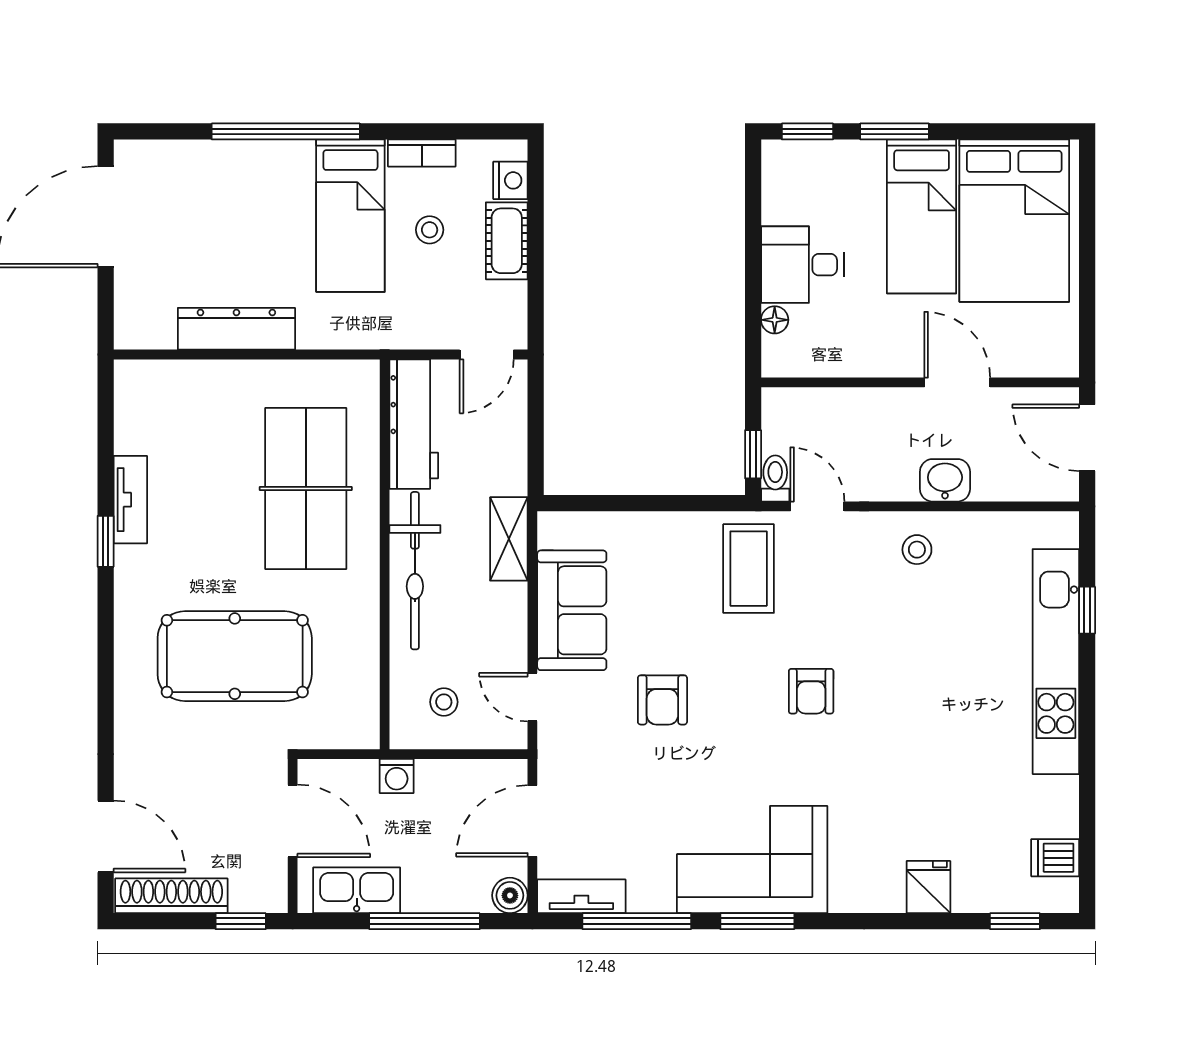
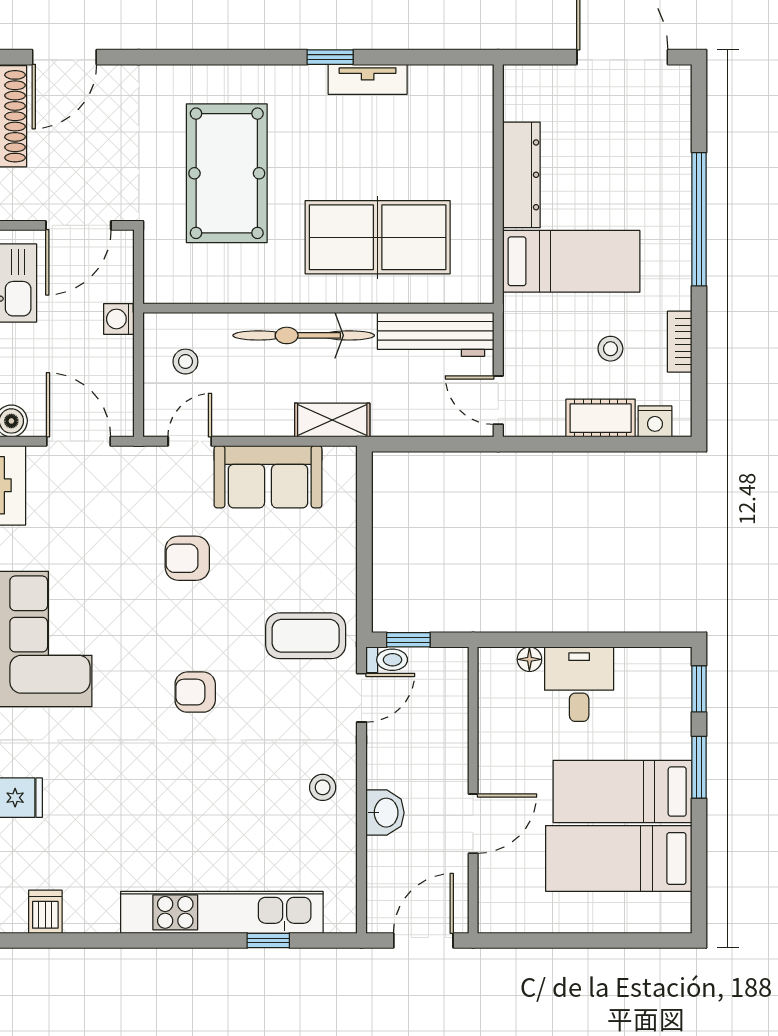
bed: (350, 216) -> (571, 261), moved, turned 180
bed: (1014, 221) -> (619, 858), width x0.67

